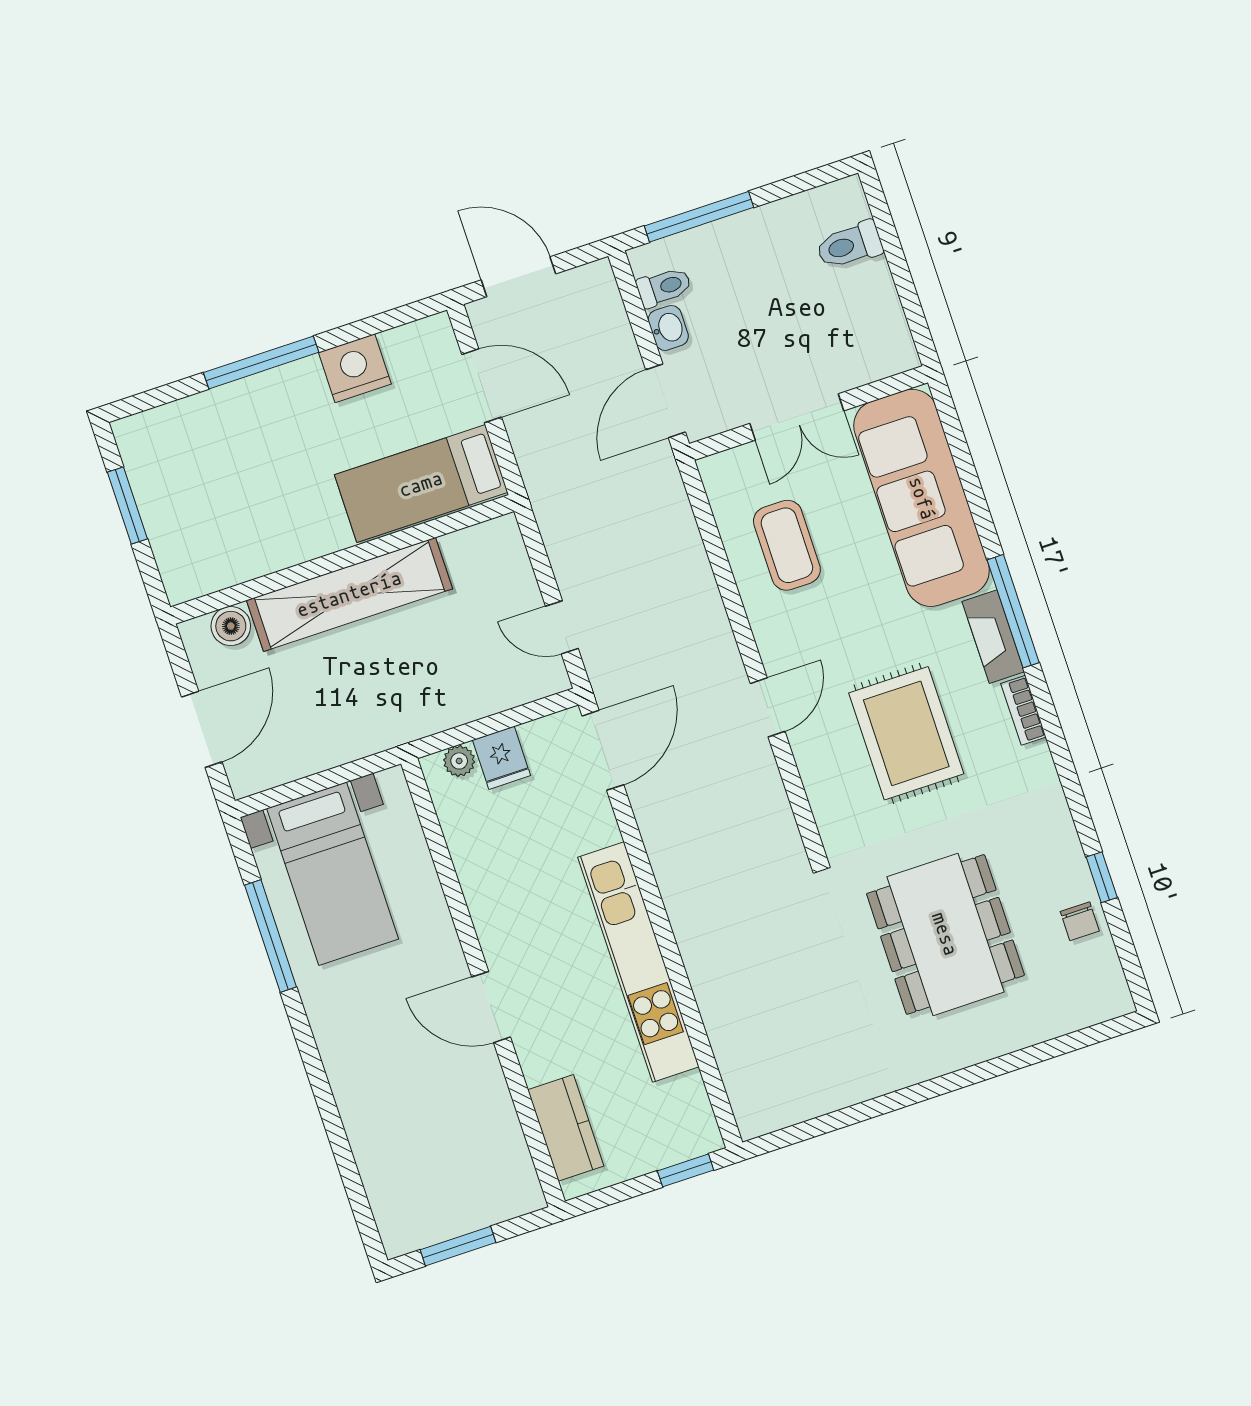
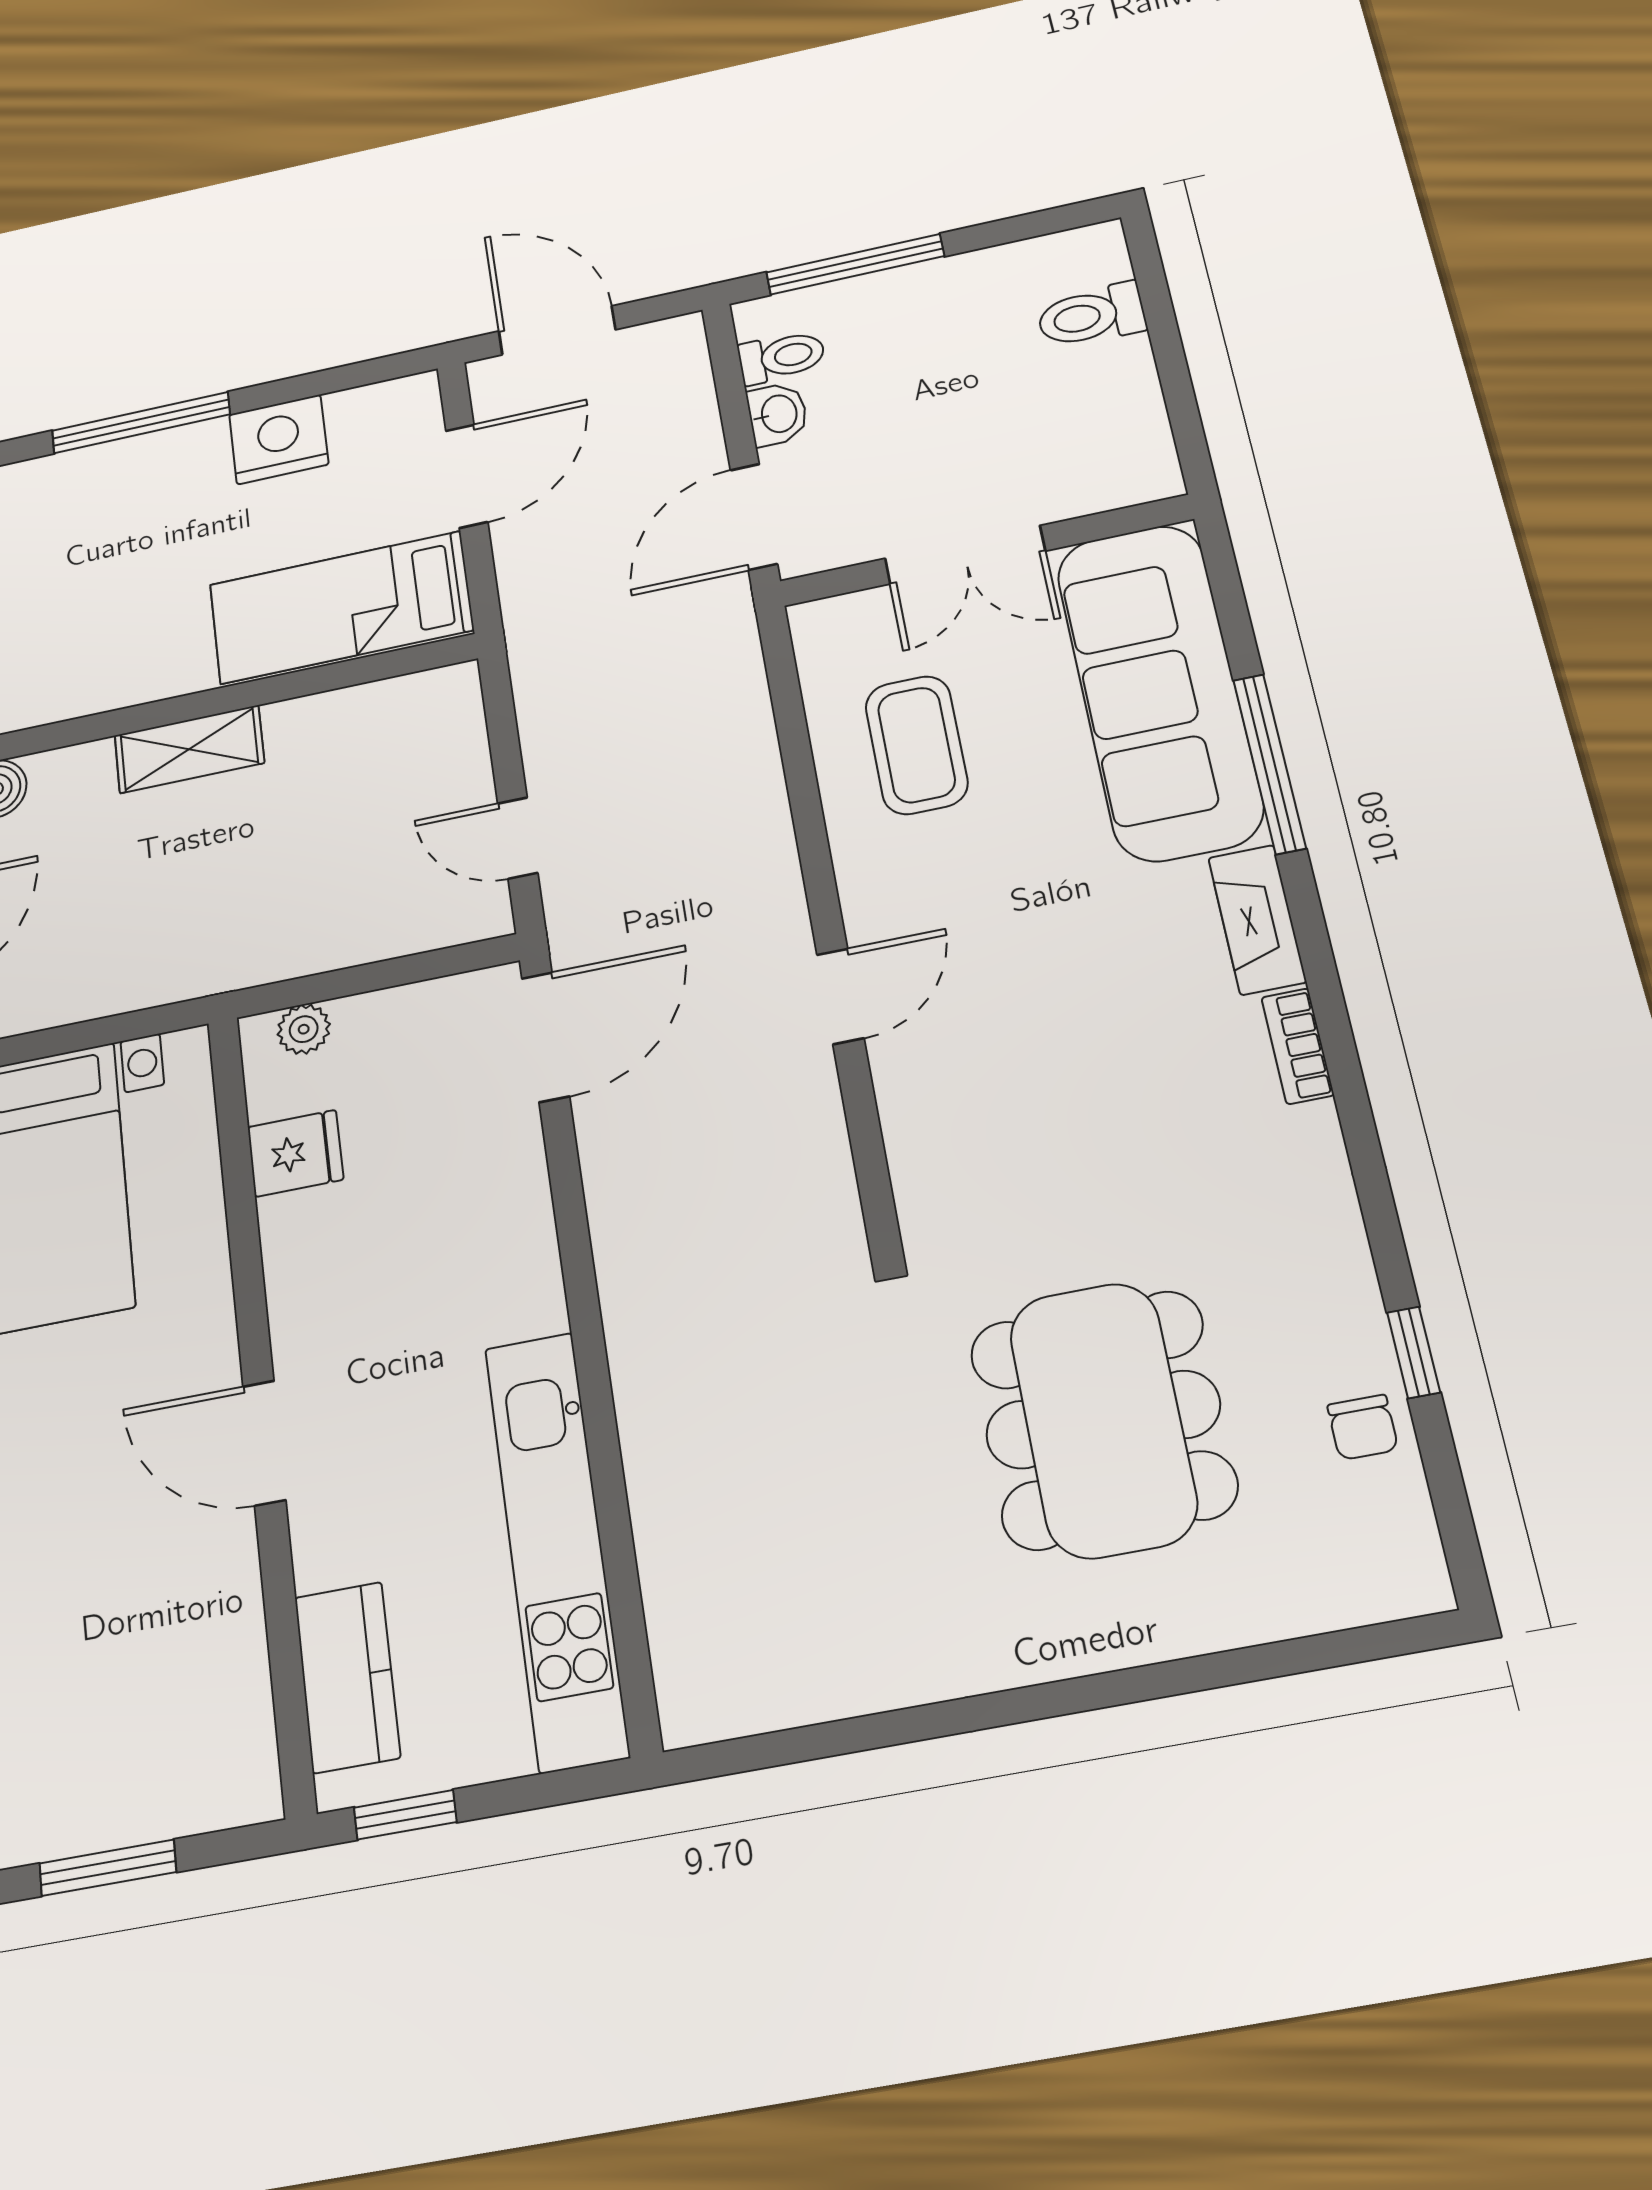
door: (482, 386) -> (467, 476), hinge flipped
shelving: (349, 594) -> (189, 749), width x0.45, depth x0.75
window: (1013, 611) -> (1269, 764), moved
rug: (906, 733) -> (1079, 1063), removed
fridge: (501, 758) -> (295, 1153), moved, turned -90
kitchen unit: (638, 962) -> (556, 1548), moved
window: (686, 1170) -> (405, 1815), moved

